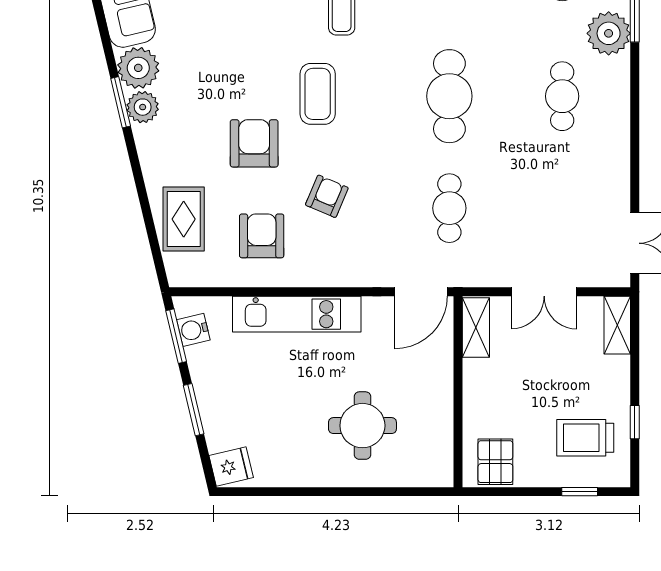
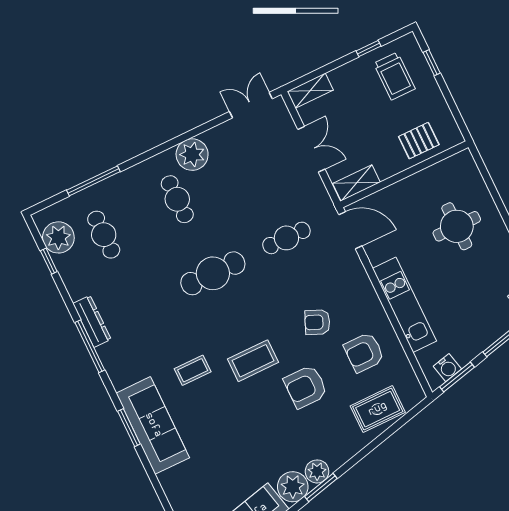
plant: (609, 33) -> (192, 155), moved
cafe table: (562, 96) -> (177, 199), turned 90
pallet: (495, 462) -> (419, 141), moved

